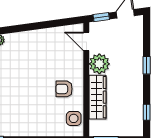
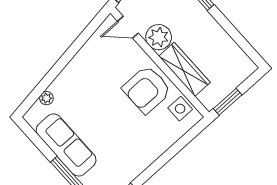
armchair: (64, 89) -> (147, 89), width x1.88, depth x1.88
window: (147, 112) -> (242, 43), removed

